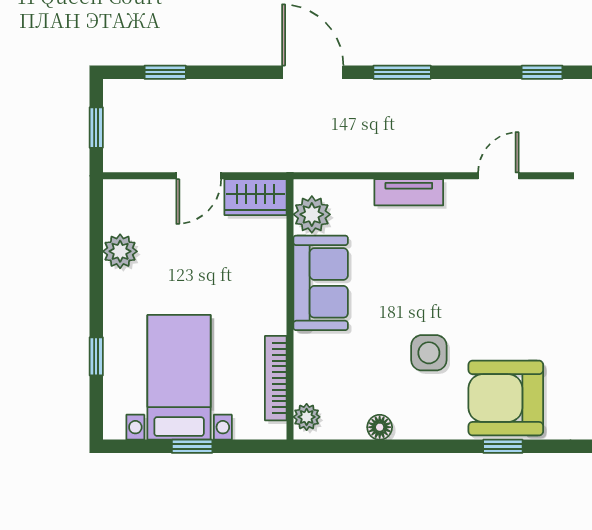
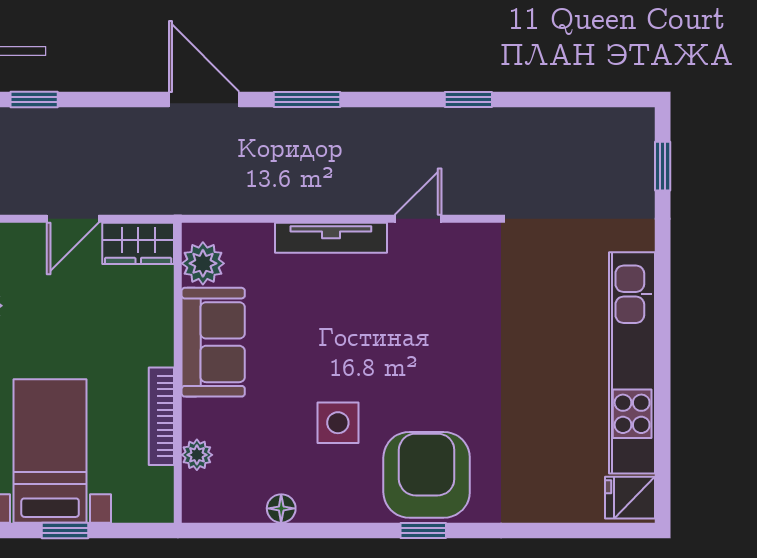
tv unit: (409, 192) -> (331, 238), width x1.41
bookcase: (276, 378) -> (161, 416), moved
armchair: (506, 398) -> (427, 475), turned 90
plant: (307, 417) -> (197, 455), moved

